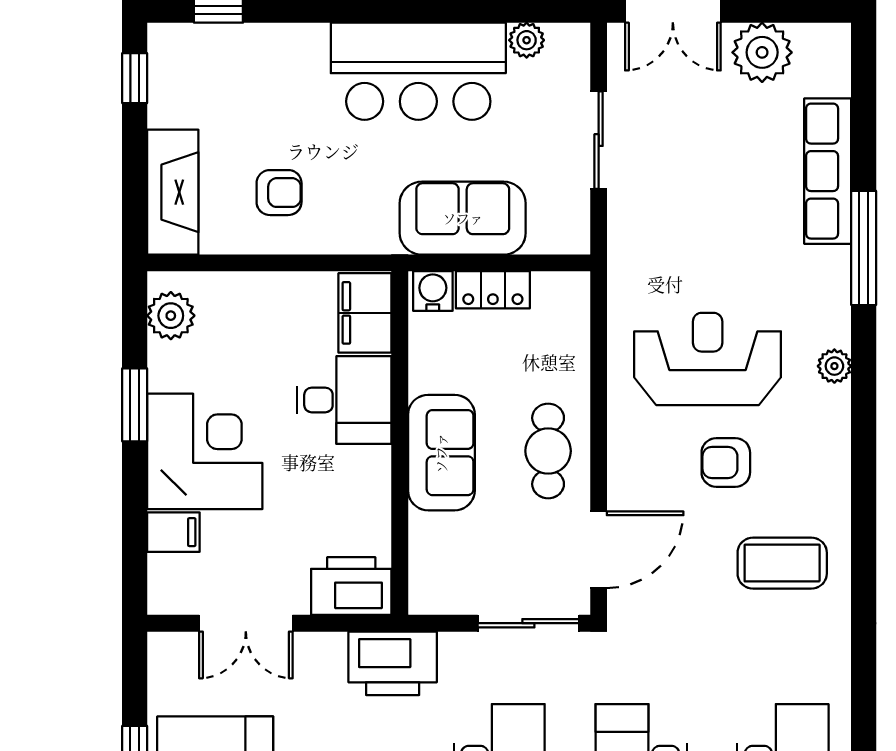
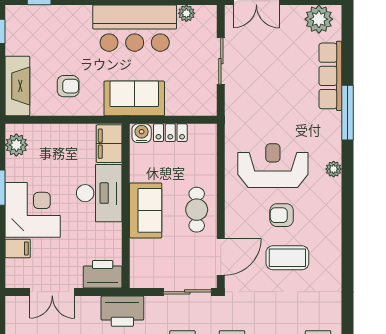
plant: (762, 52) -> (319, 19), moved
sofa: (463, 218) -> (134, 98), moved
desk: (344, 400) -> (99, 193), width x1.37
coffee table: (782, 563) -> (287, 258), moved

